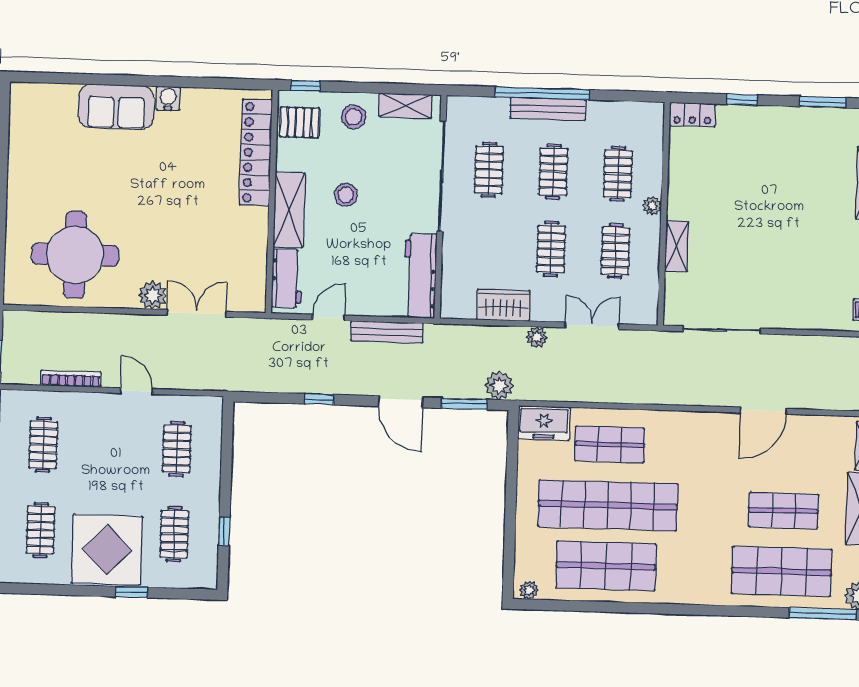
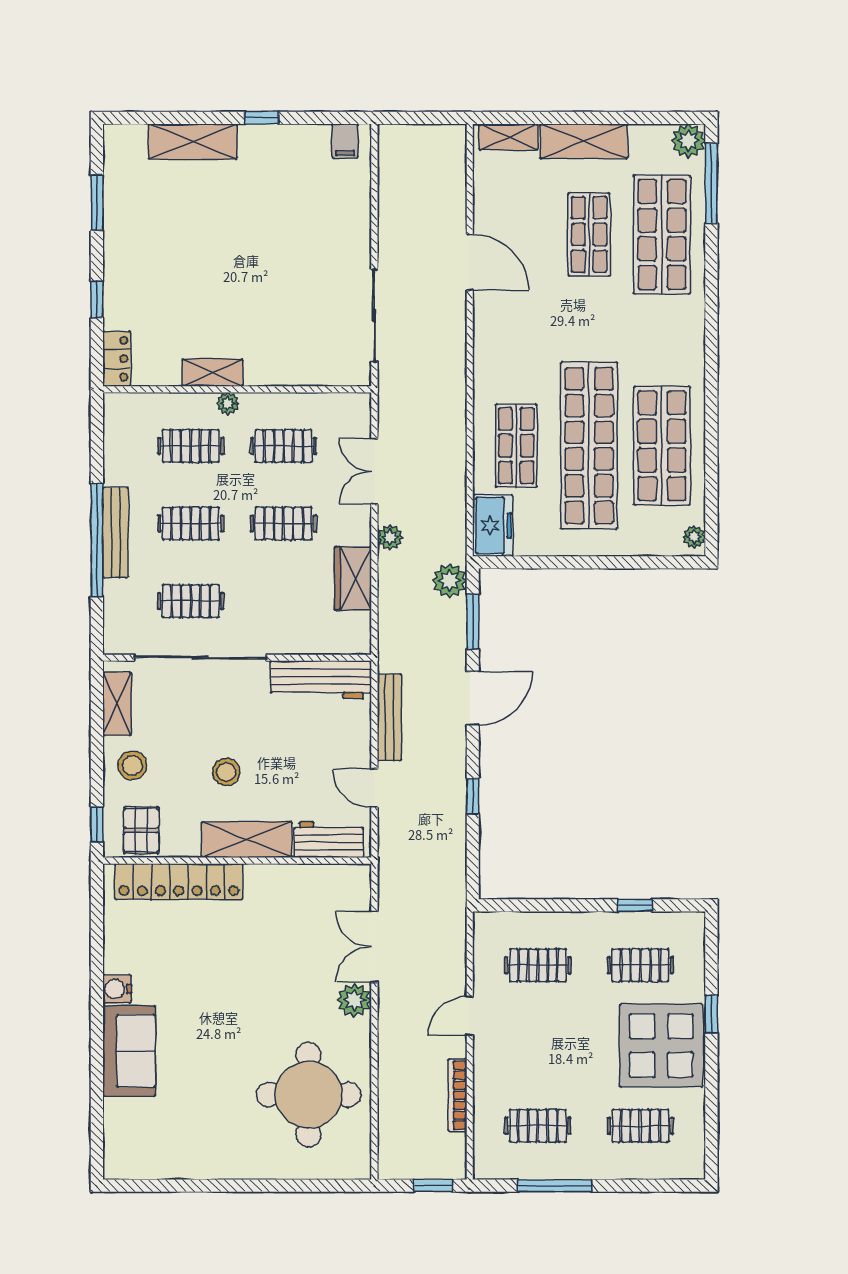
shelving: (677, 246) -> (213, 373), moved

